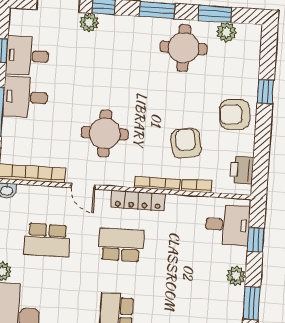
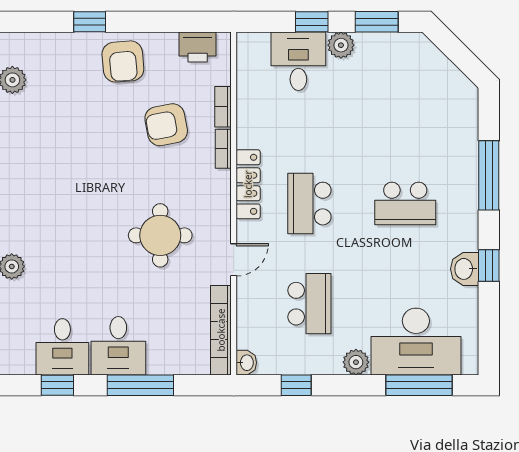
round table: (184, 48) -> (37, 136), removed
bookcase: (157, 184) -> (223, 149), width x0.64
desk: (228, 225) -> (298, 61), moved
window: (256, 240) -> (312, 22), moved

